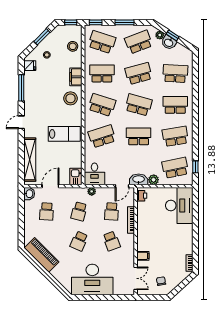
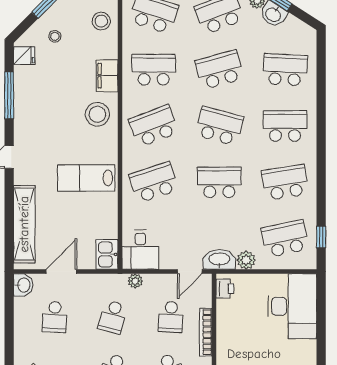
school desk: (102, 105) -> (154, 126), turned -39
lab bench: (64, 134) -> (86, 178), turned 180

